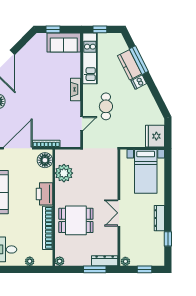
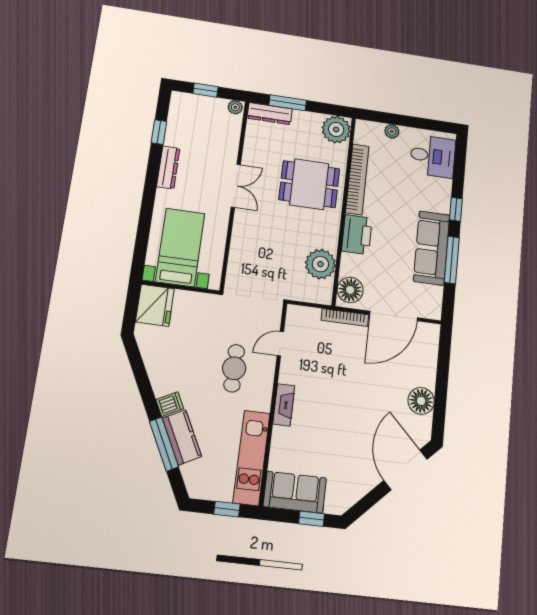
plant: (60, 261) -> (336, 130), width x1.88, depth x1.88

